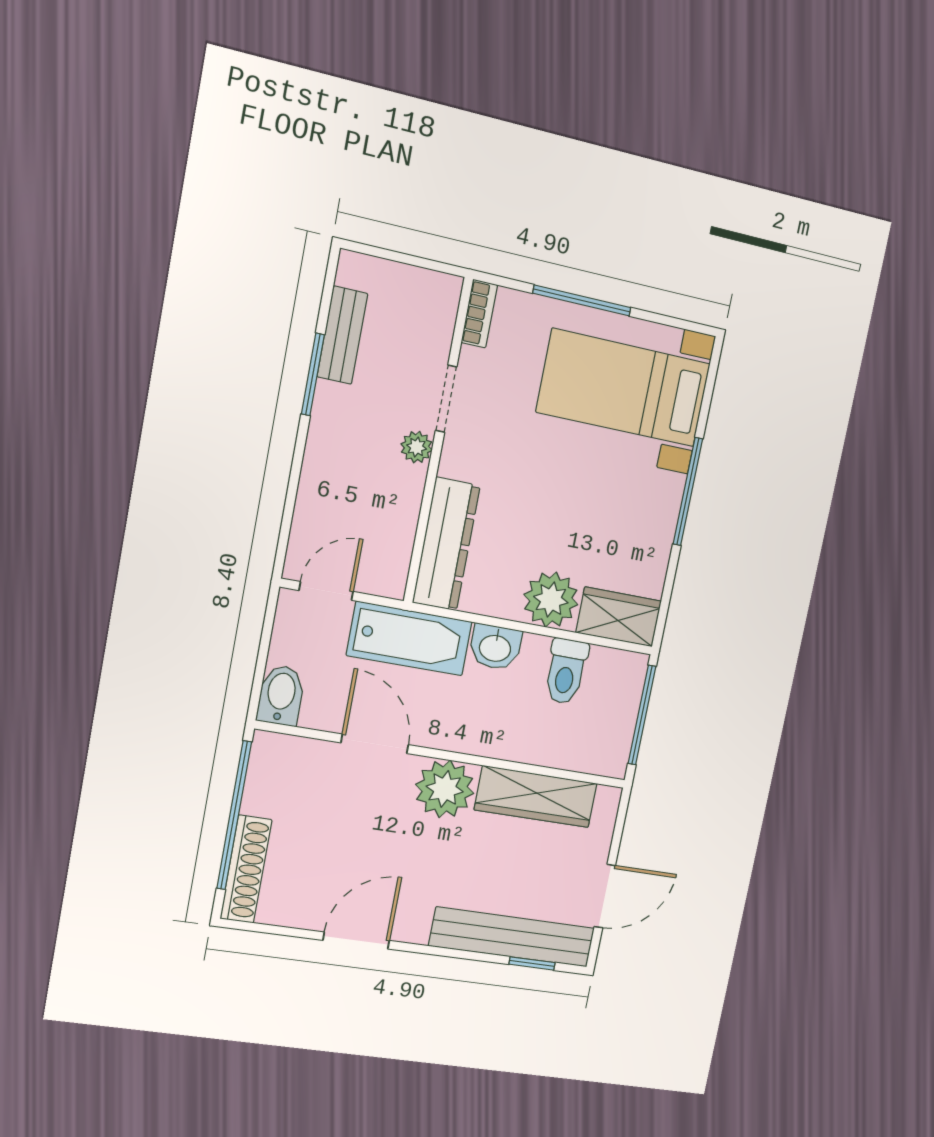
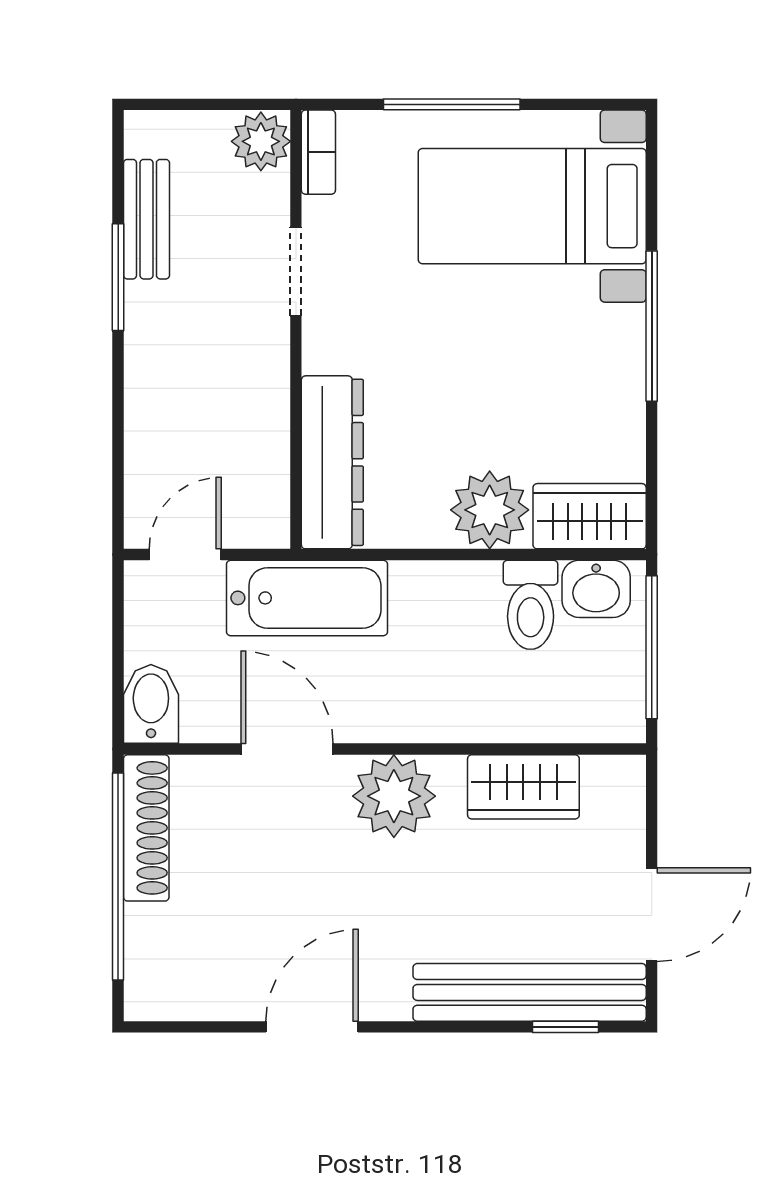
plant: (417, 447) -> (261, 141), moved, width x1.38, depth x1.38
washbasin: (495, 647) -> (596, 589), moved
wardrobe: (536, 797) -> (523, 787), width x0.67
shoe rack: (246, 869) -> (146, 828), moved

